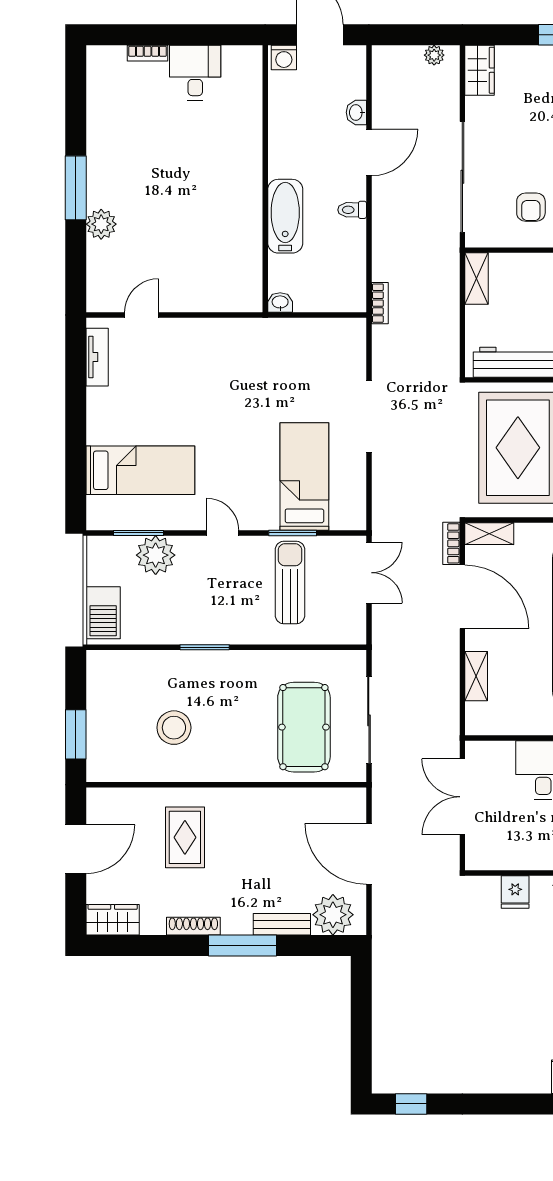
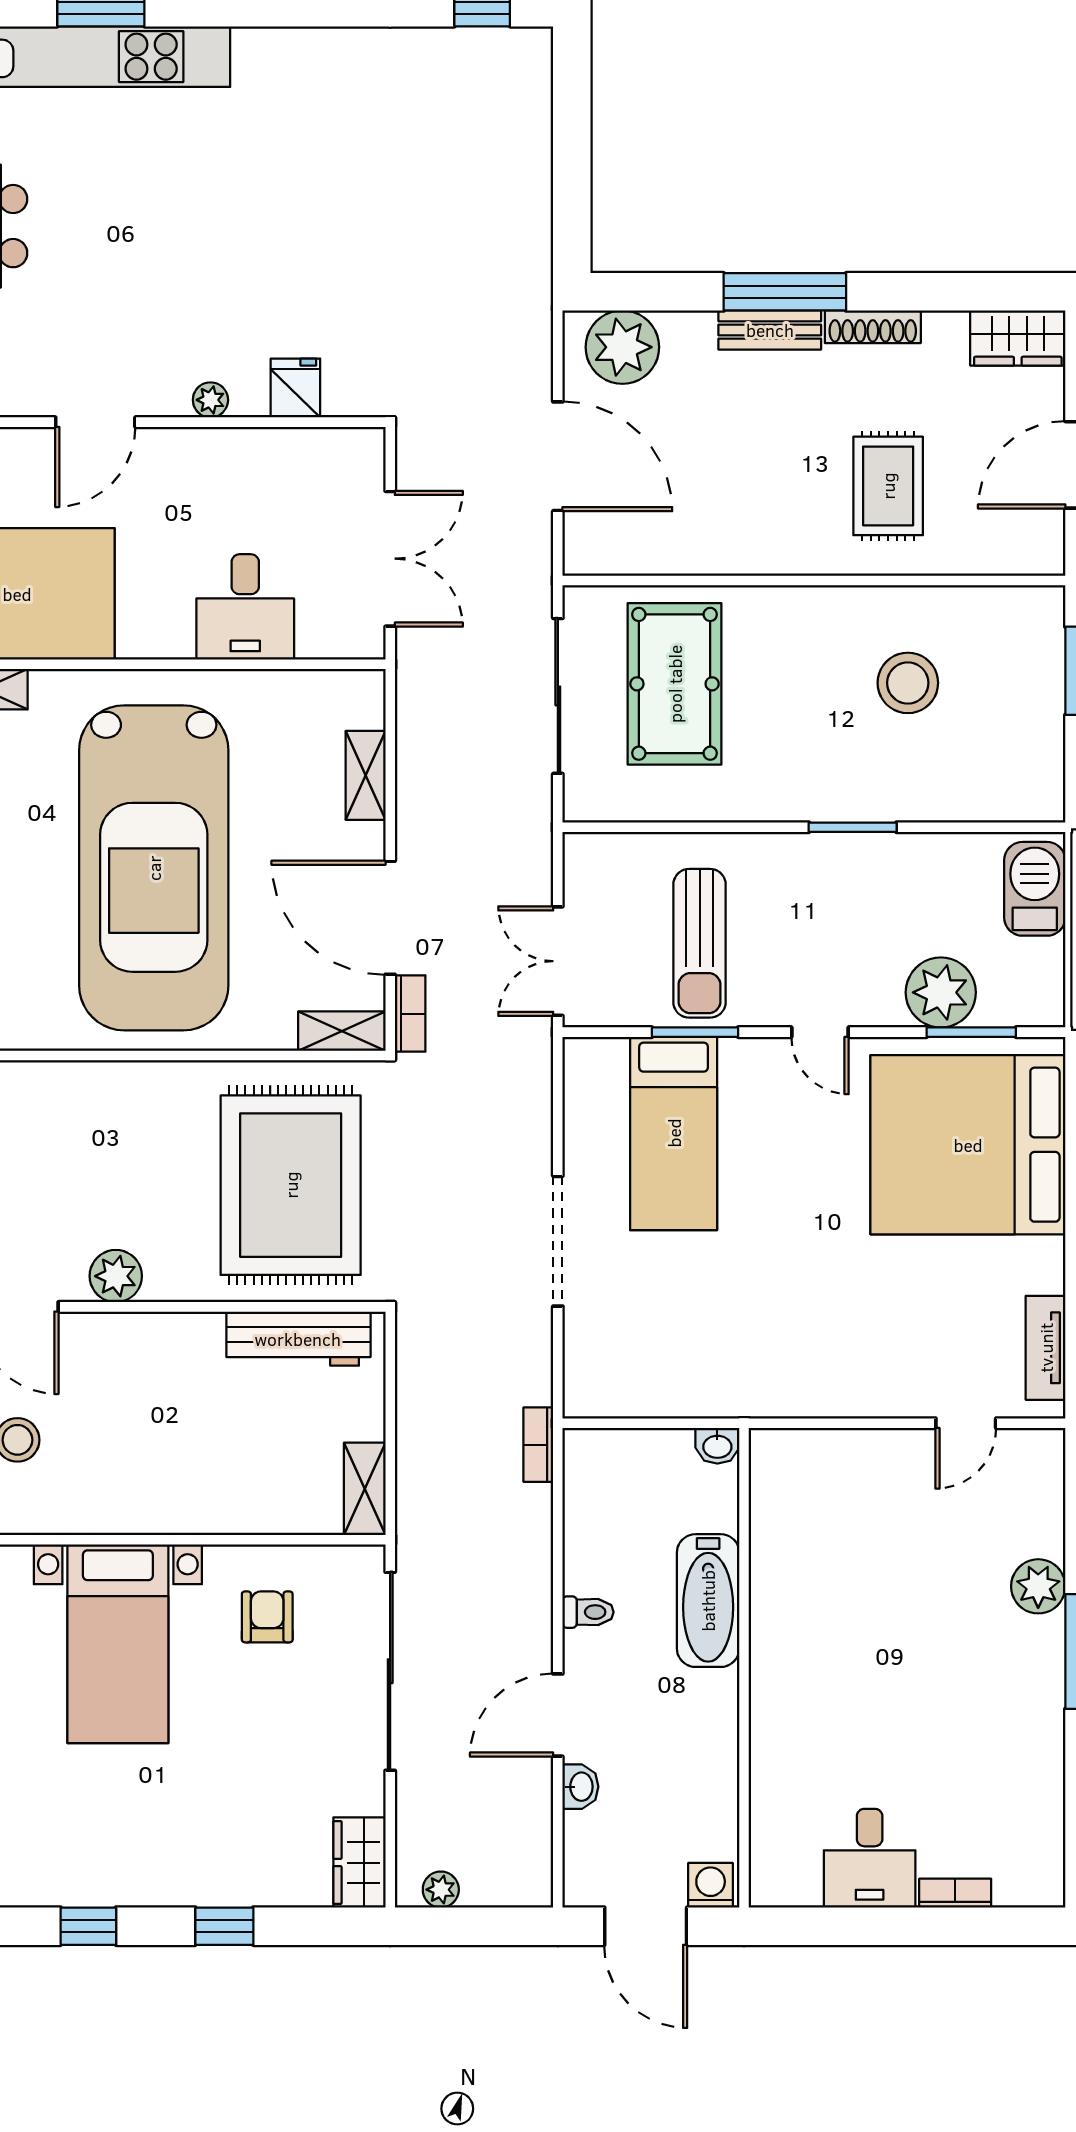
bed: (140, 470) -> (968, 1145), width x2.04
bench: (282, 924) -> (770, 330), moved

